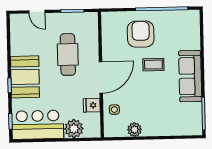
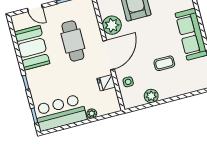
plant: (111, 48) -> (112, 25), added
coffee table: (153, 65) -> (164, 63), moved
booth: (25, 77) -> (32, 48), moved
plant: (74, 129) -> (92, 114), width x0.53, depth x0.53

